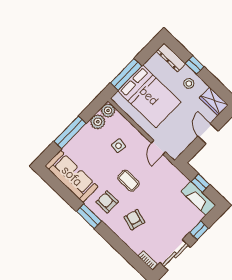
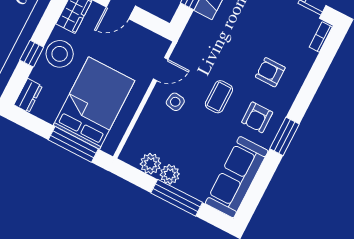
dresser: (171, 57) -> (28, 95), width x0.70
stool: (189, 84) -> (60, 54), width x1.89, depth x1.89
plant: (108, 110) -> (170, 174), moved
side table: (119, 146) -> (175, 102), moved
armchair: (134, 220) -> (270, 72), turned 74

